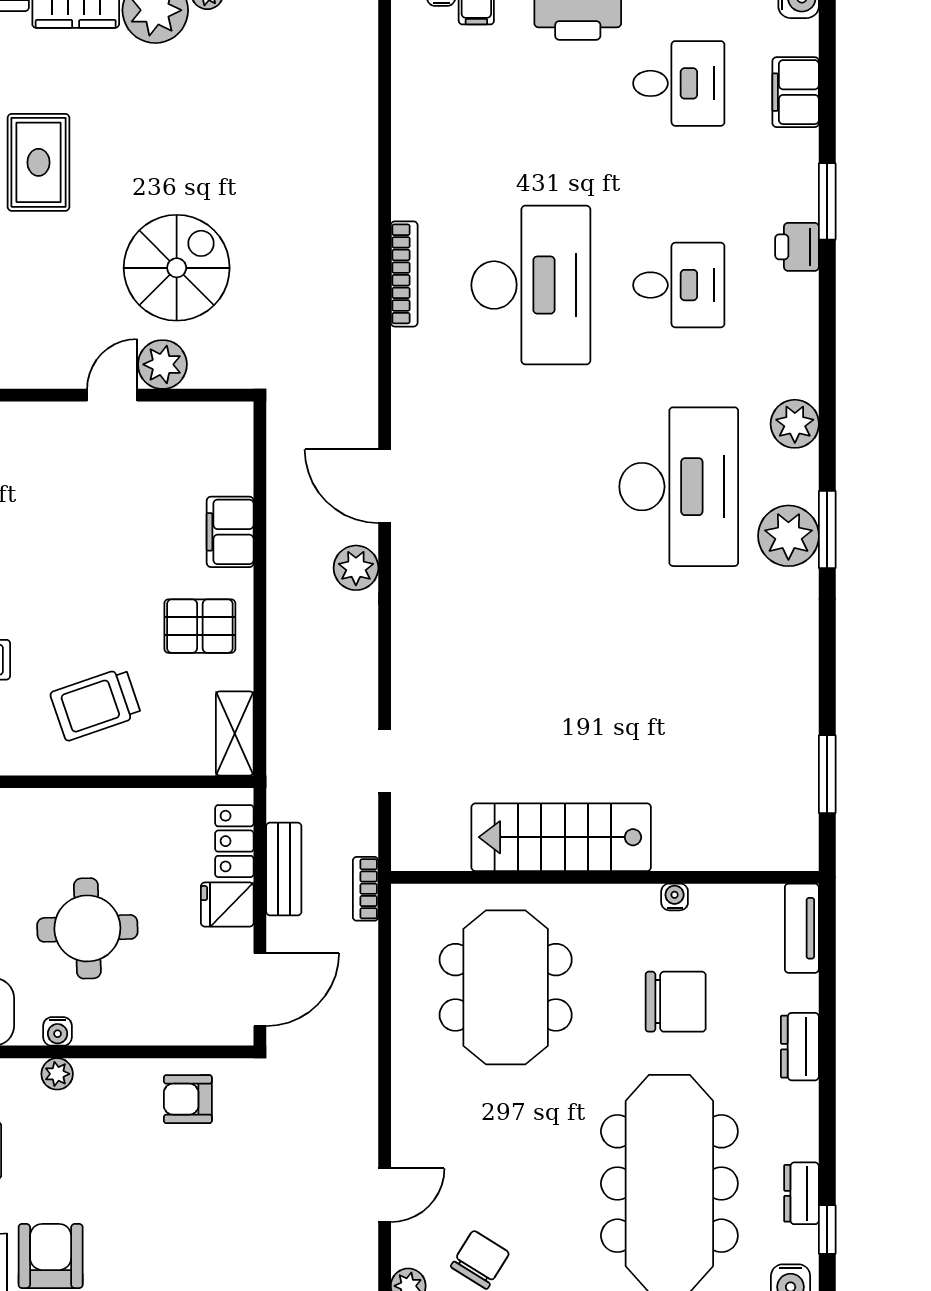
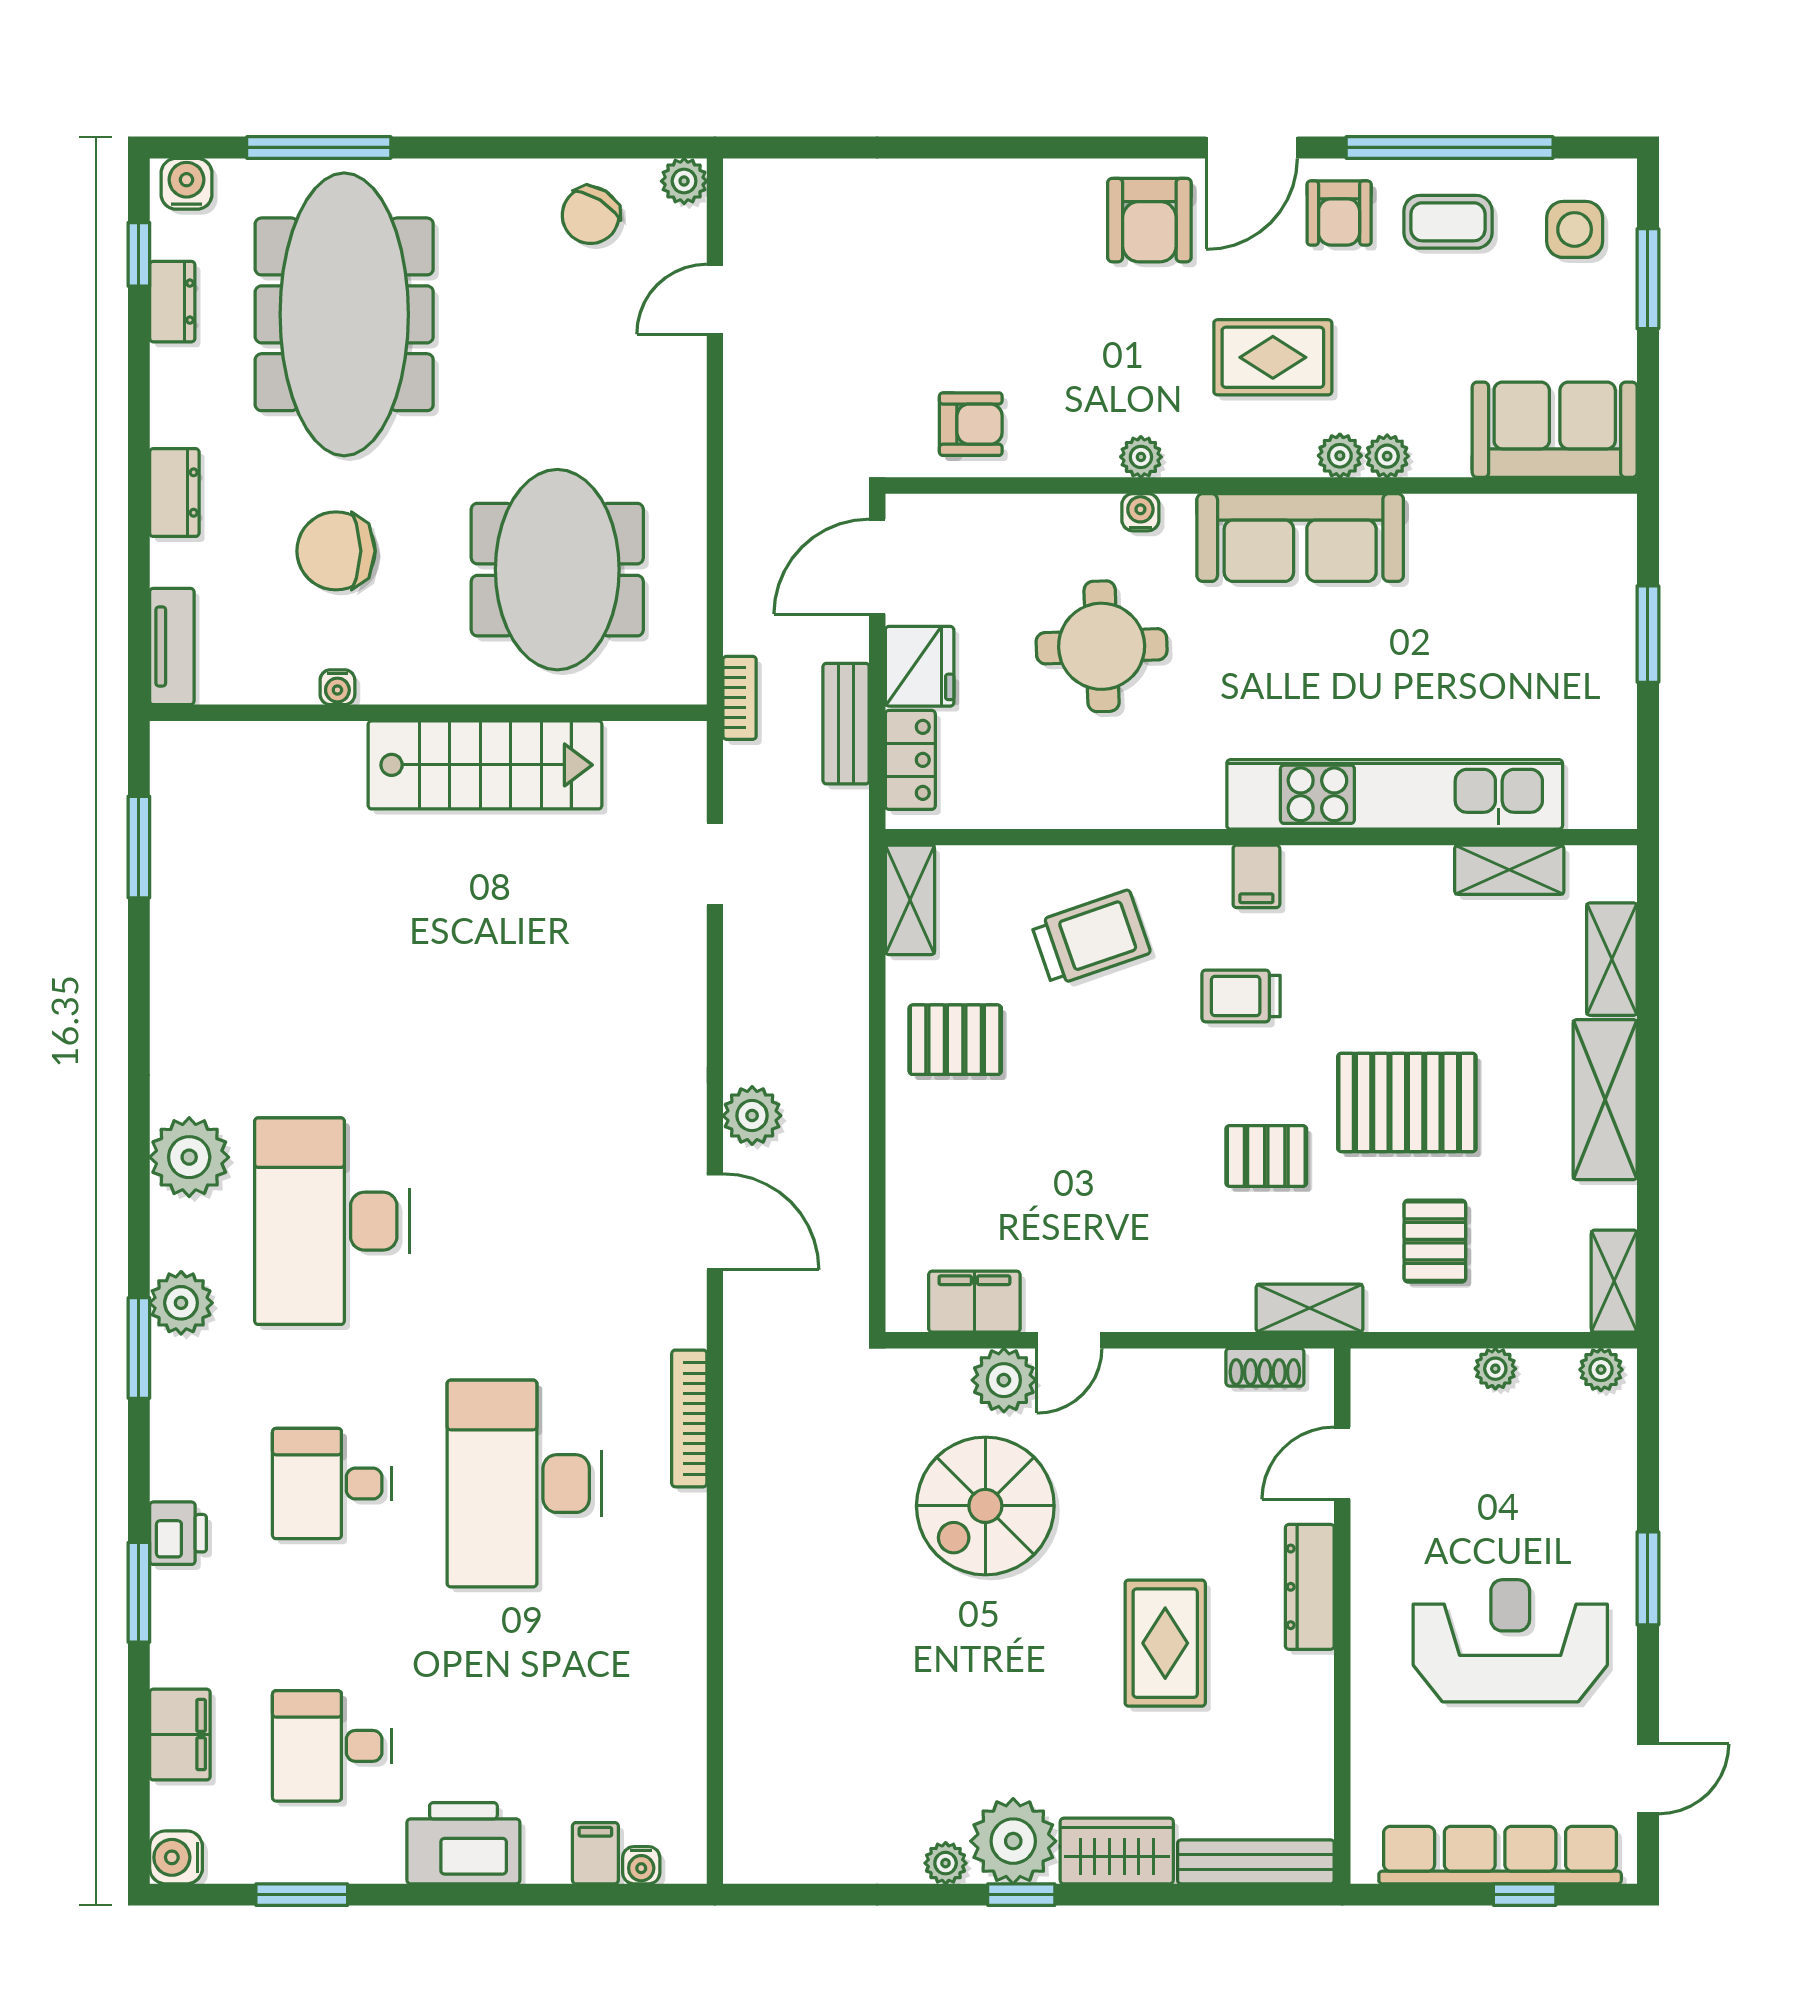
bookcase: (404, 274) -> (689, 1418), moved
window: (827, 529) -> (139, 1348), moved
filing cabinet: (230, 532) -> (974, 1302), moved, turned -90
fridge: (227, 905) -> (920, 666), width x1.38

